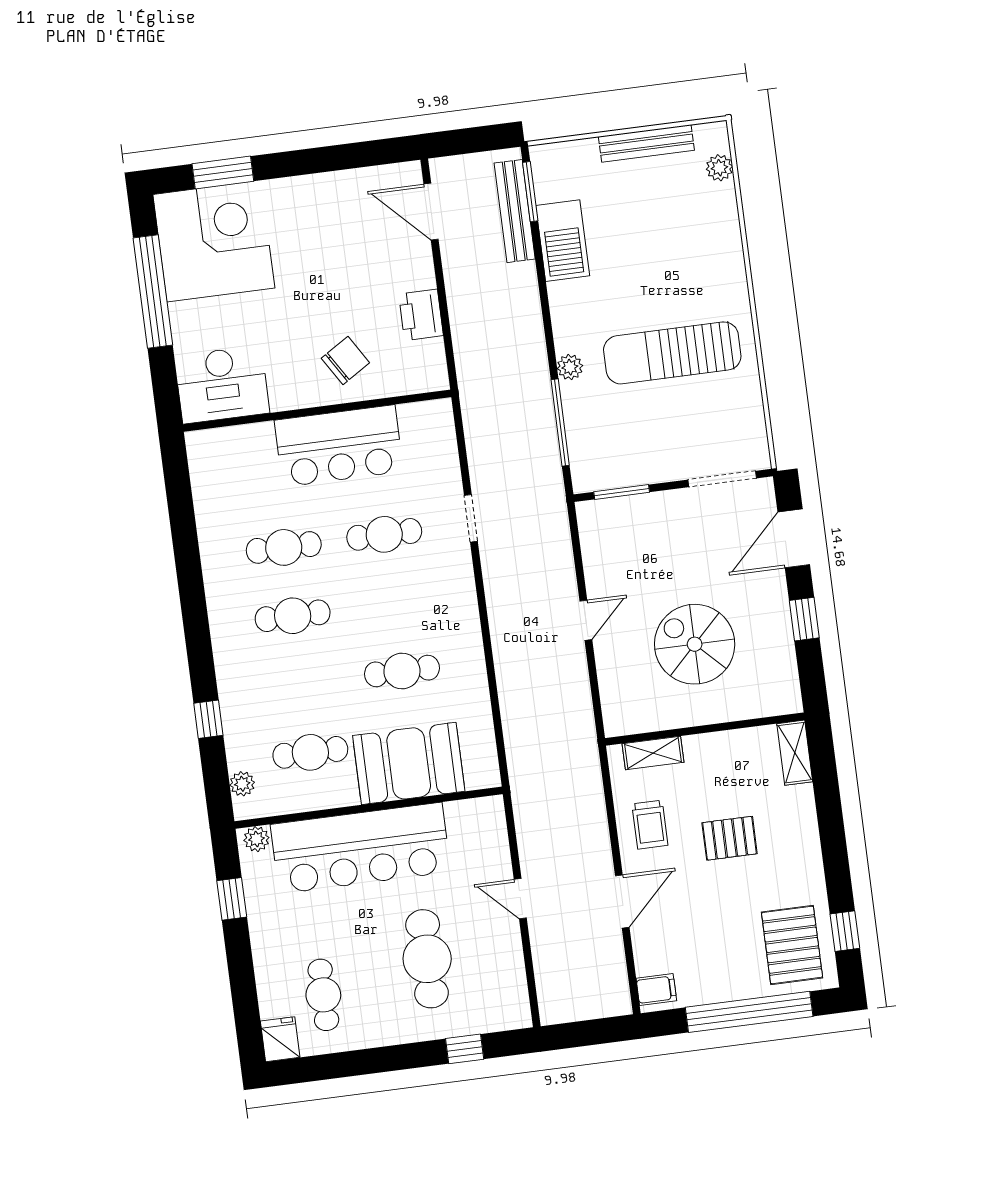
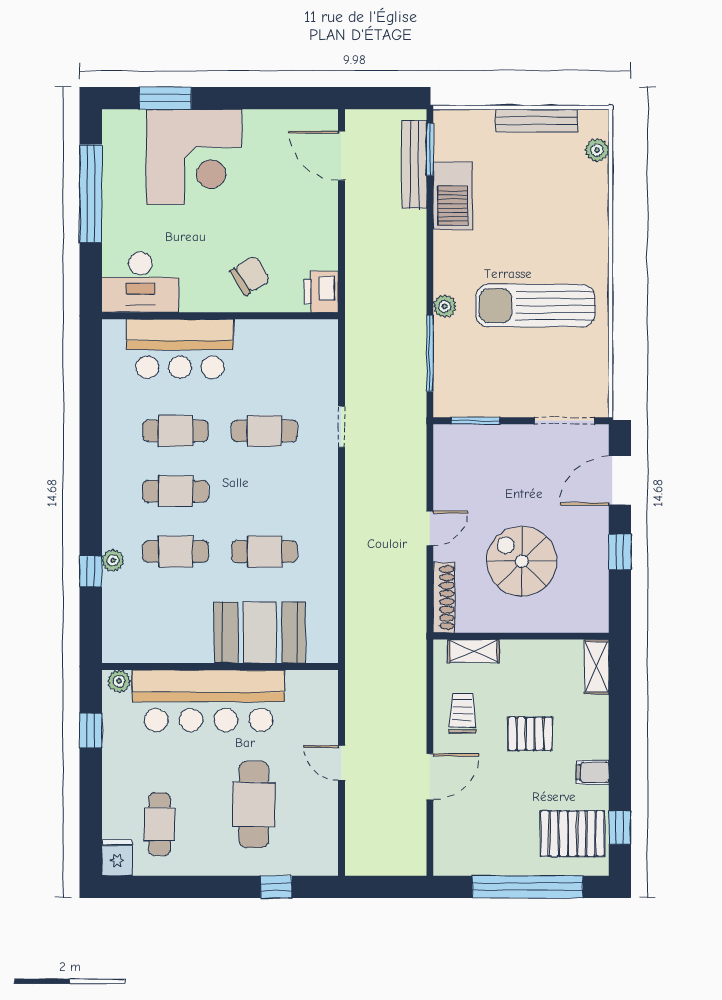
corner desk: (214, 241) -> (194, 157), moved, turned 90
printer: (421, 315) -> (321, 292), moved
bar counter: (339, 446) -> (180, 349), moved
shoe rack: (612, 697) -> (444, 598), added
cafe table: (310, 752) -> (176, 552), moved
plant: (242, 784) -> (113, 560), moved
trolley: (650, 825) -> (463, 713), turned 180
pallet: (792, 945) -> (572, 834), turned 90
filing cabinet: (656, 990) -> (593, 772), moved, turned 180

